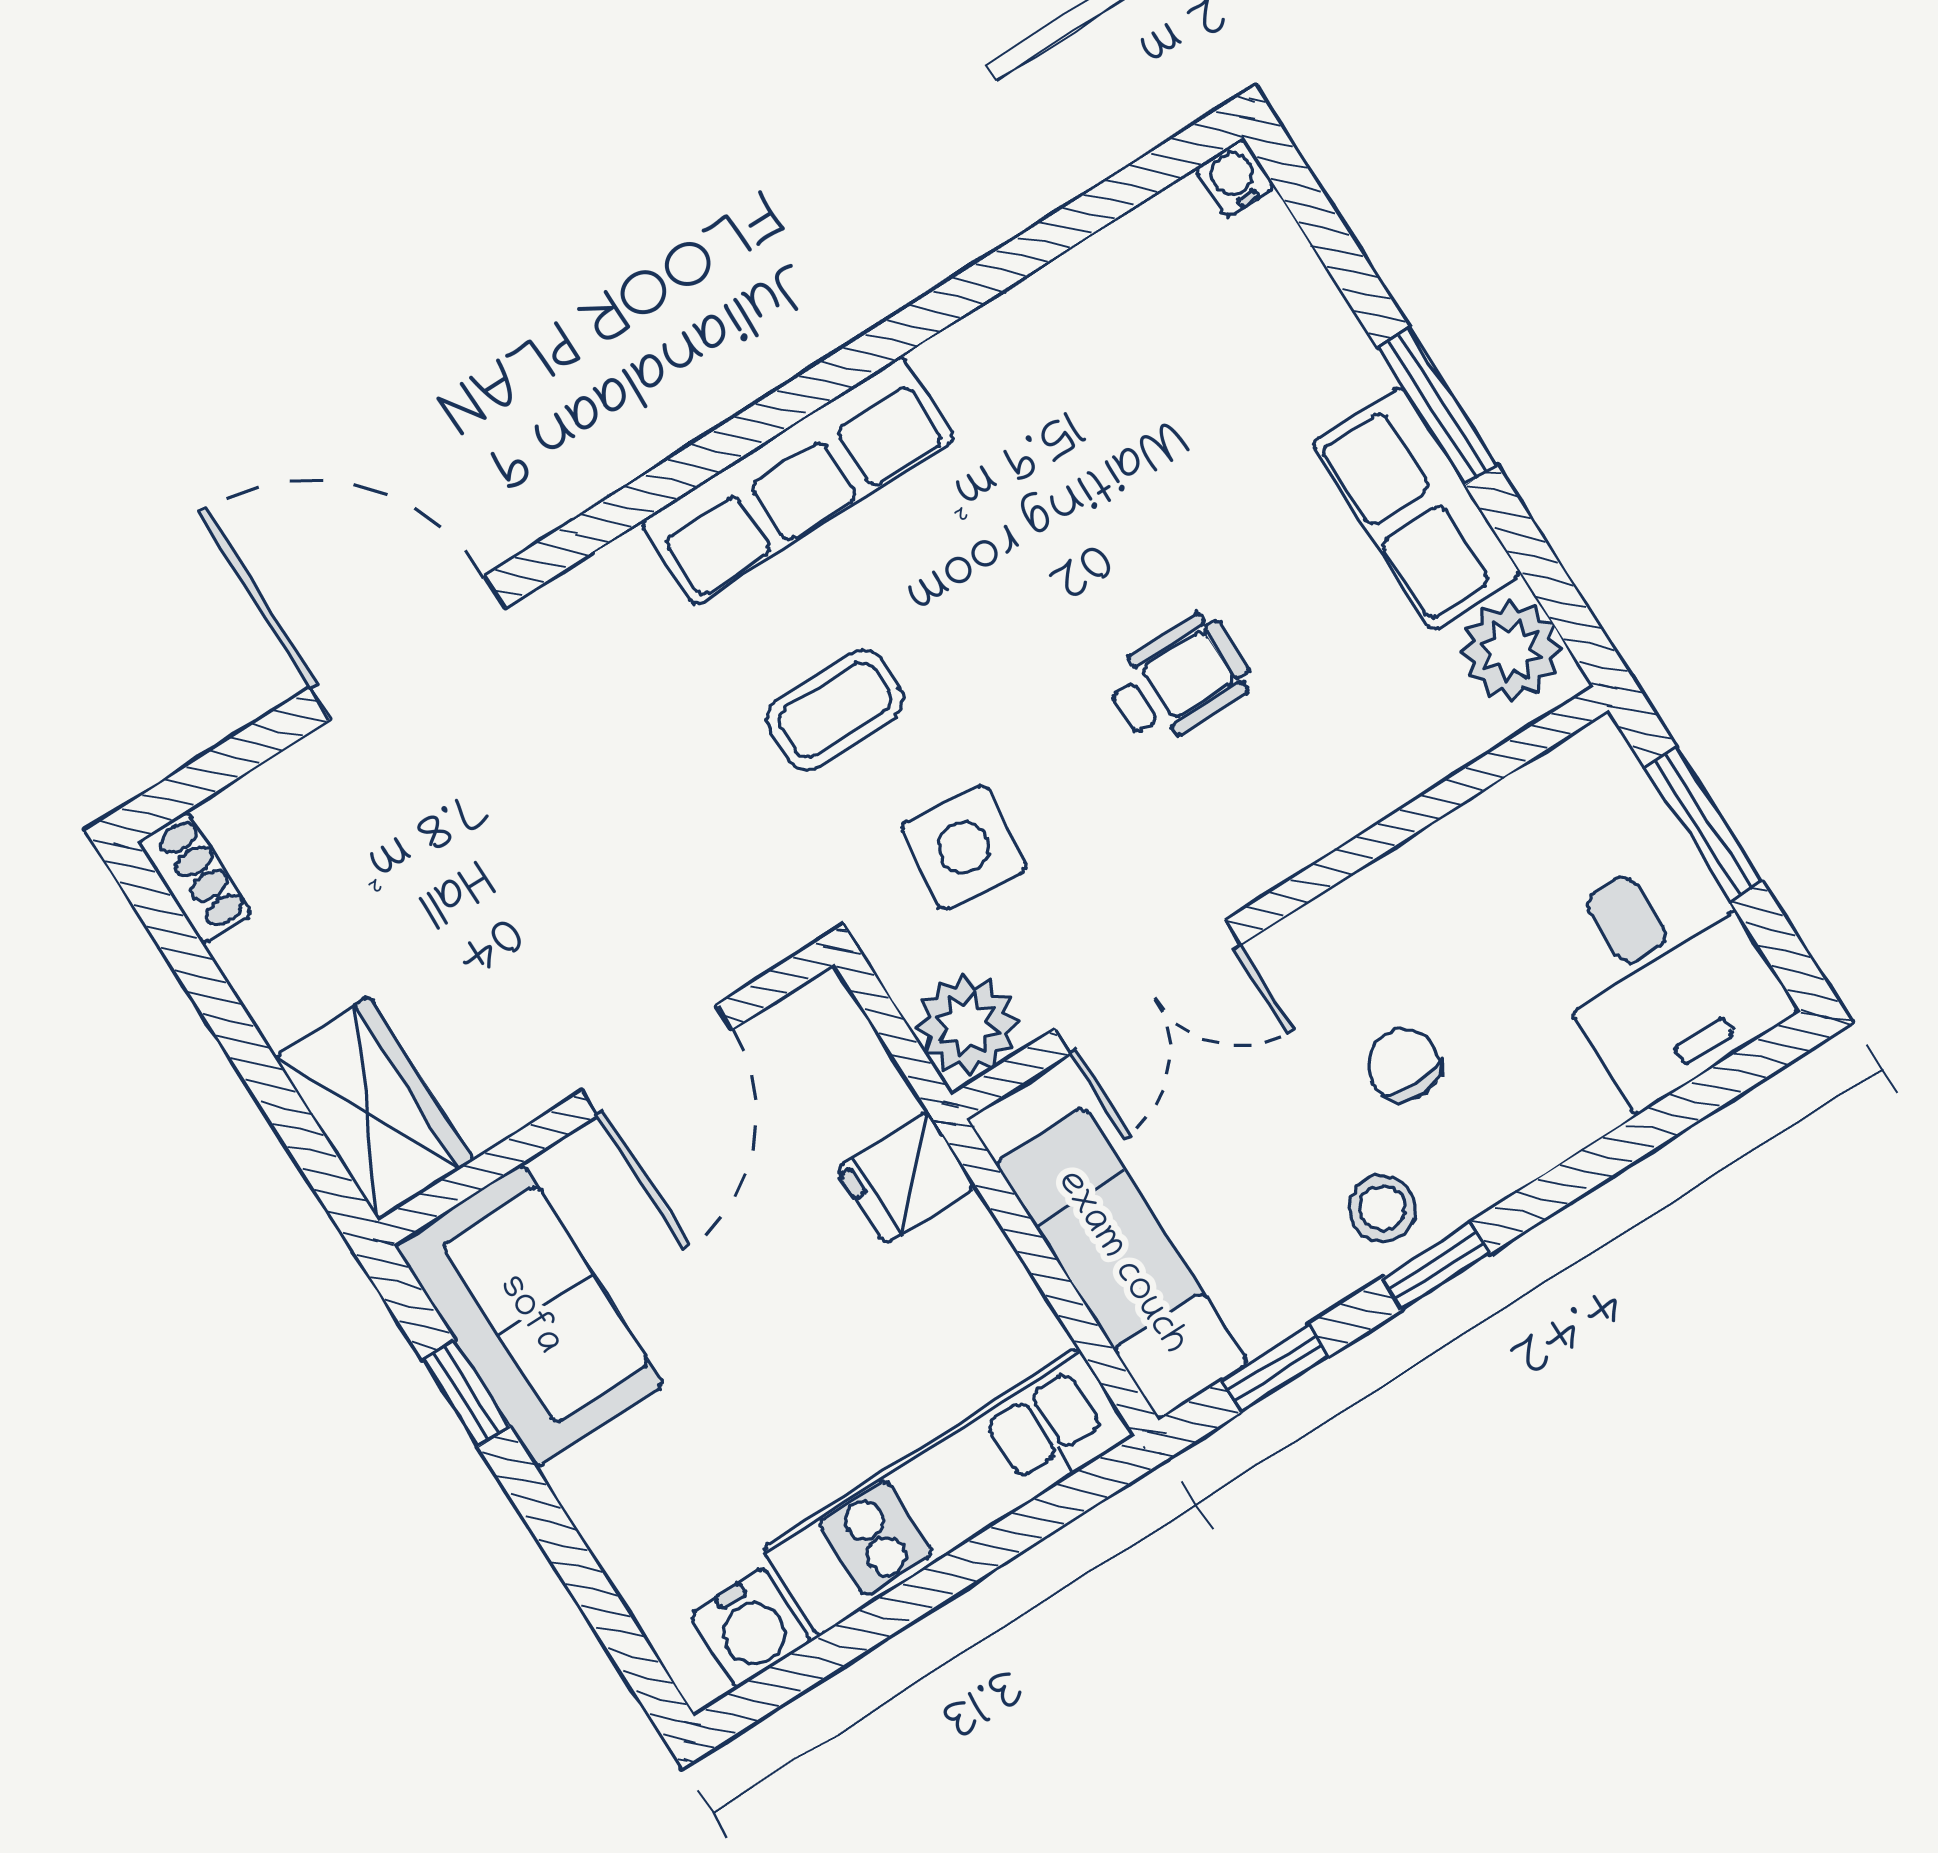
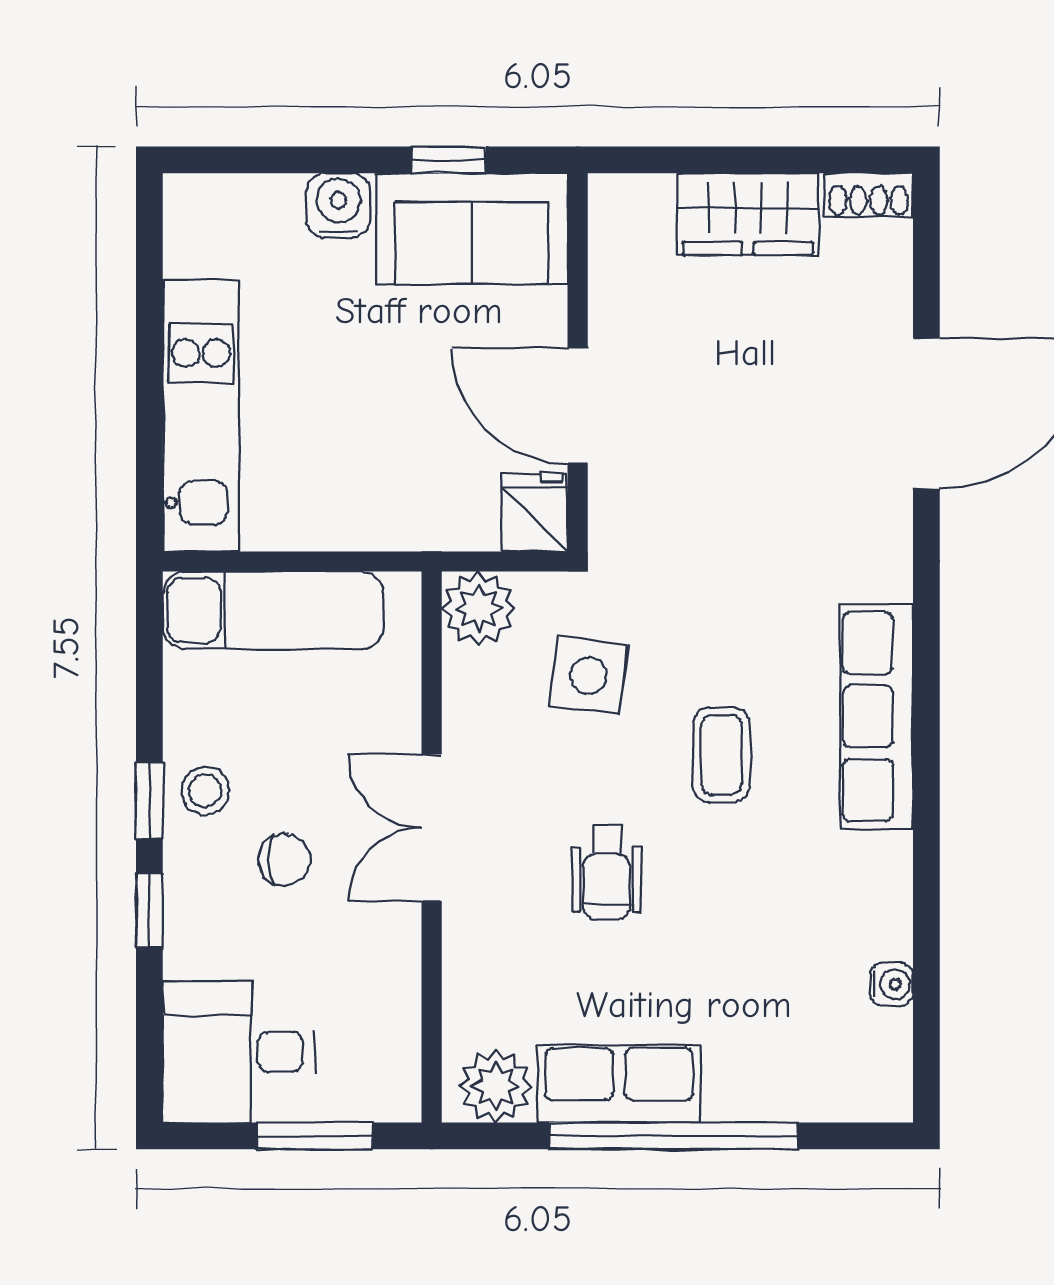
water cooler: (1235, 178) -> (892, 984), moved
window: (1437, 406) -> (673, 1136), width x2.11
coffee table: (835, 710) -> (721, 755), moved
double door: (1147, 987) -> (432, 828), moved
wardrobe: (374, 1108) -> (748, 214), moved
fridge: (906, 1178) -> (535, 512), moved
window: (1275, 1369) -> (149, 911), moved
water cooler: (751, 1628) -> (338, 205), moved, turned 90

